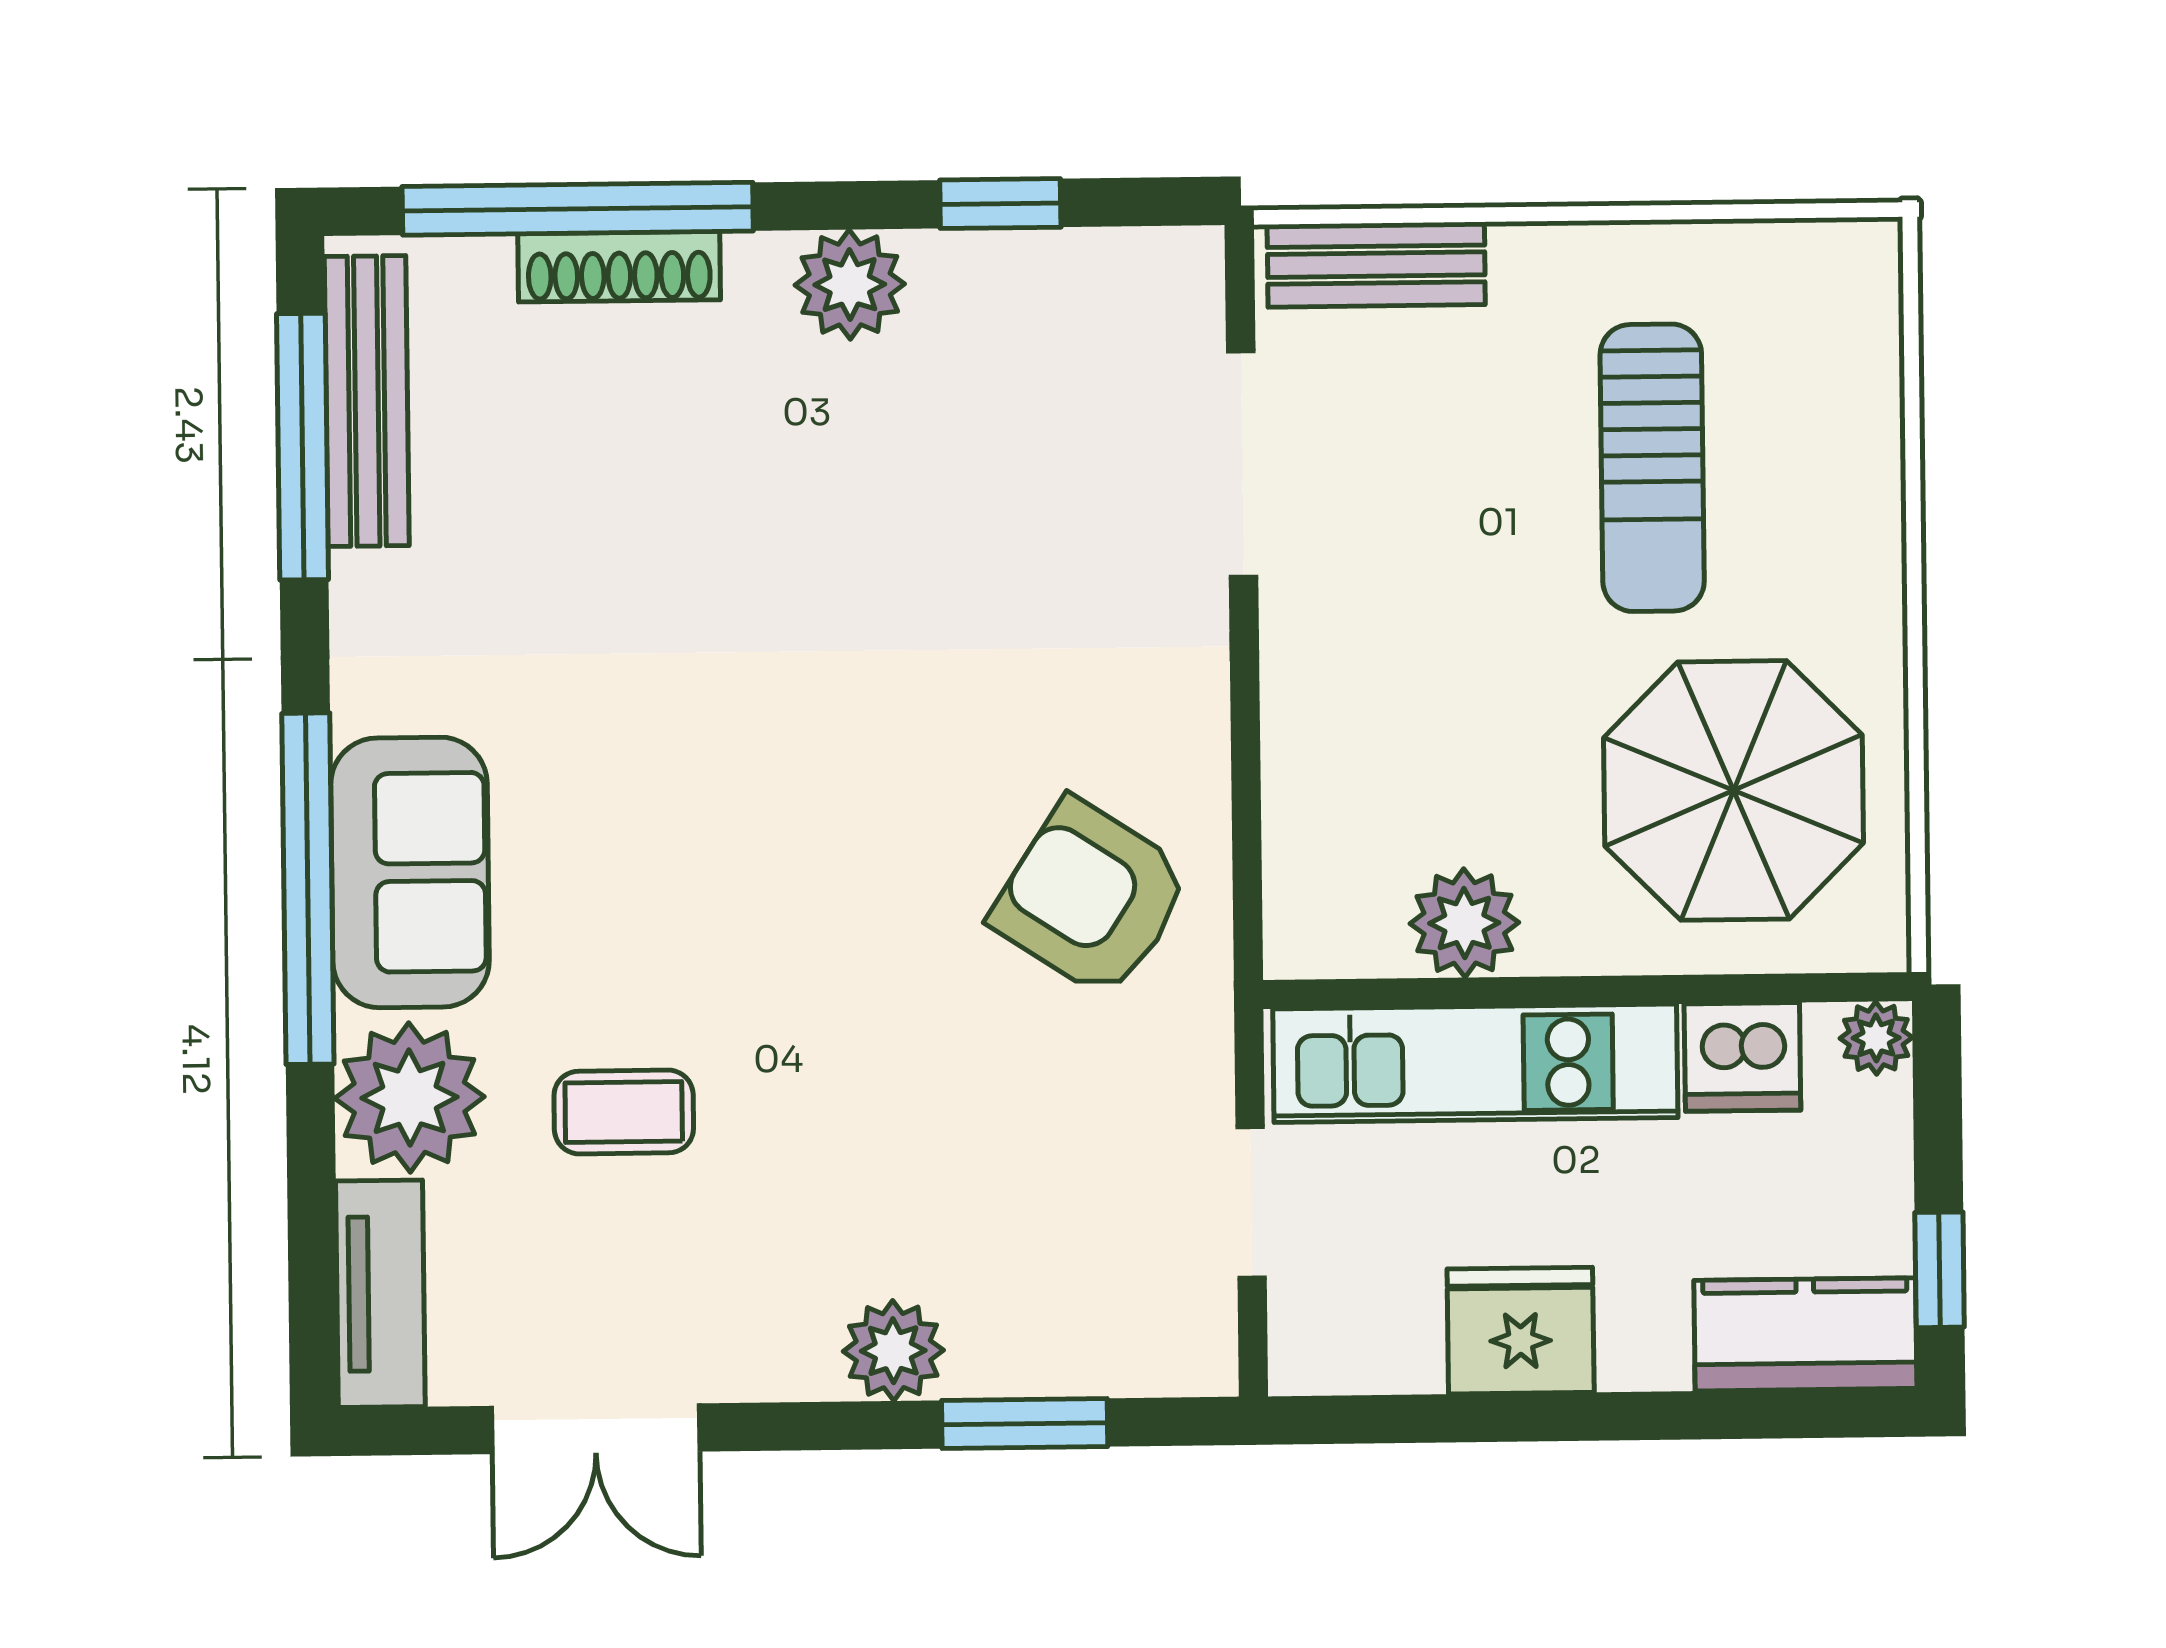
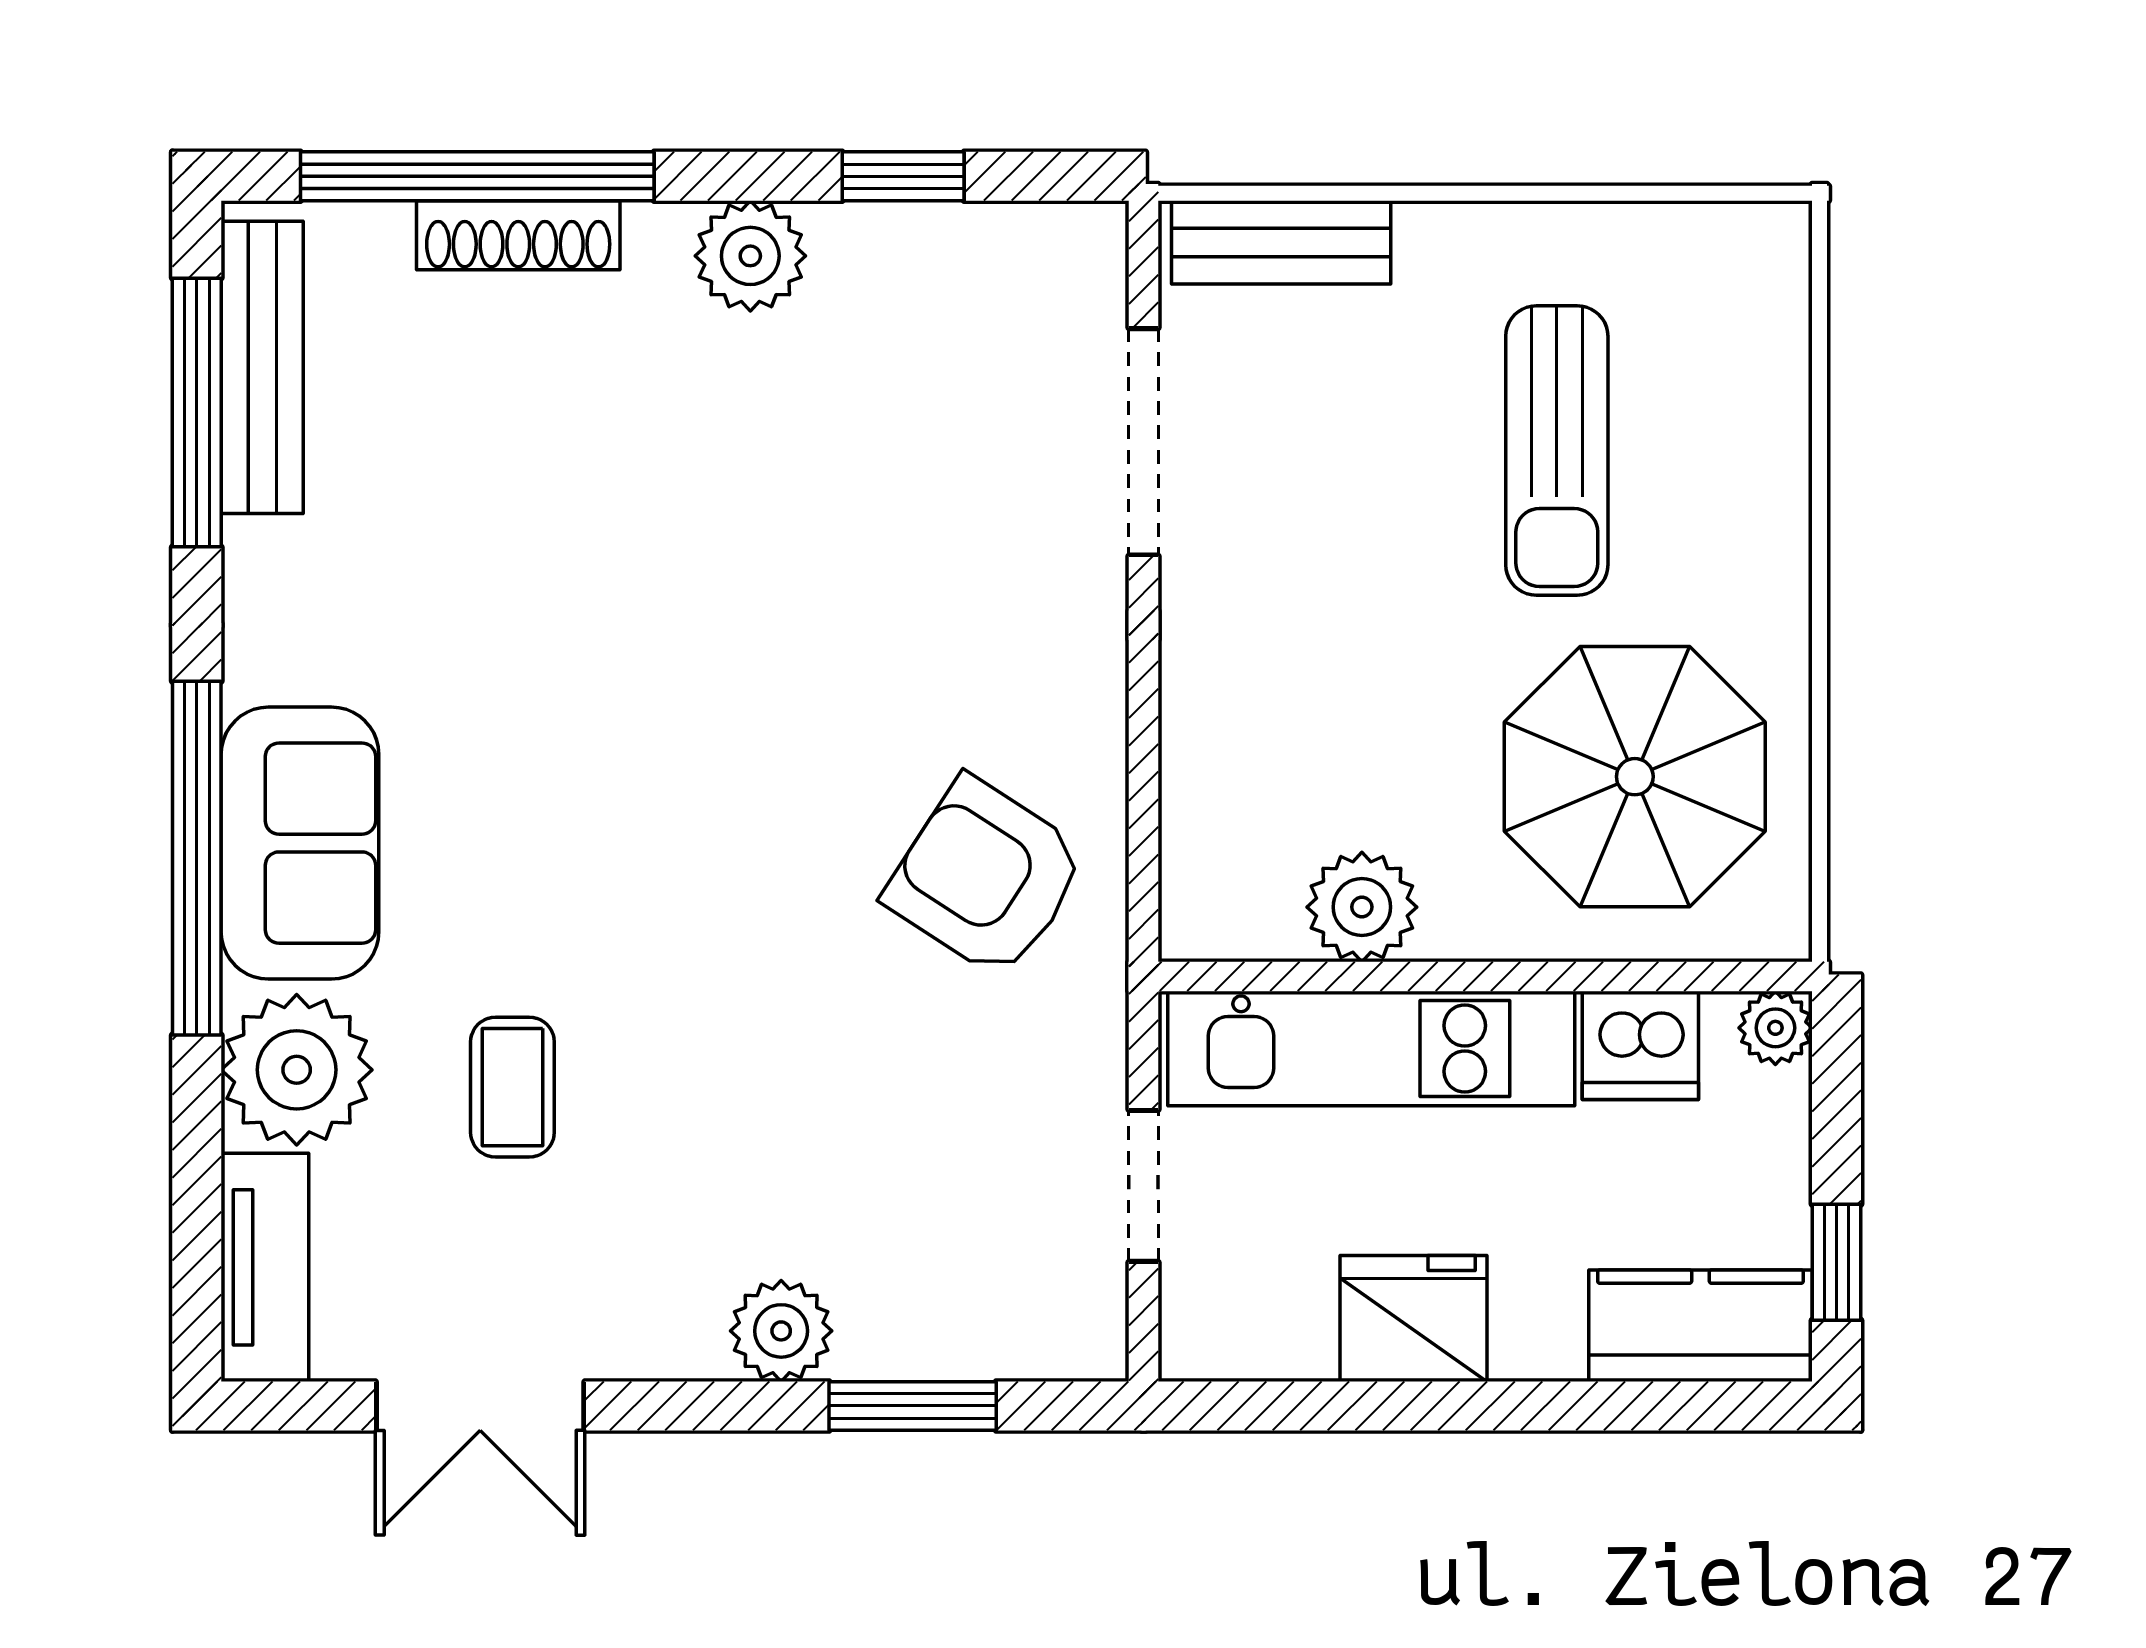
coffee table: (624, 1112) -> (512, 1087), turned 90

